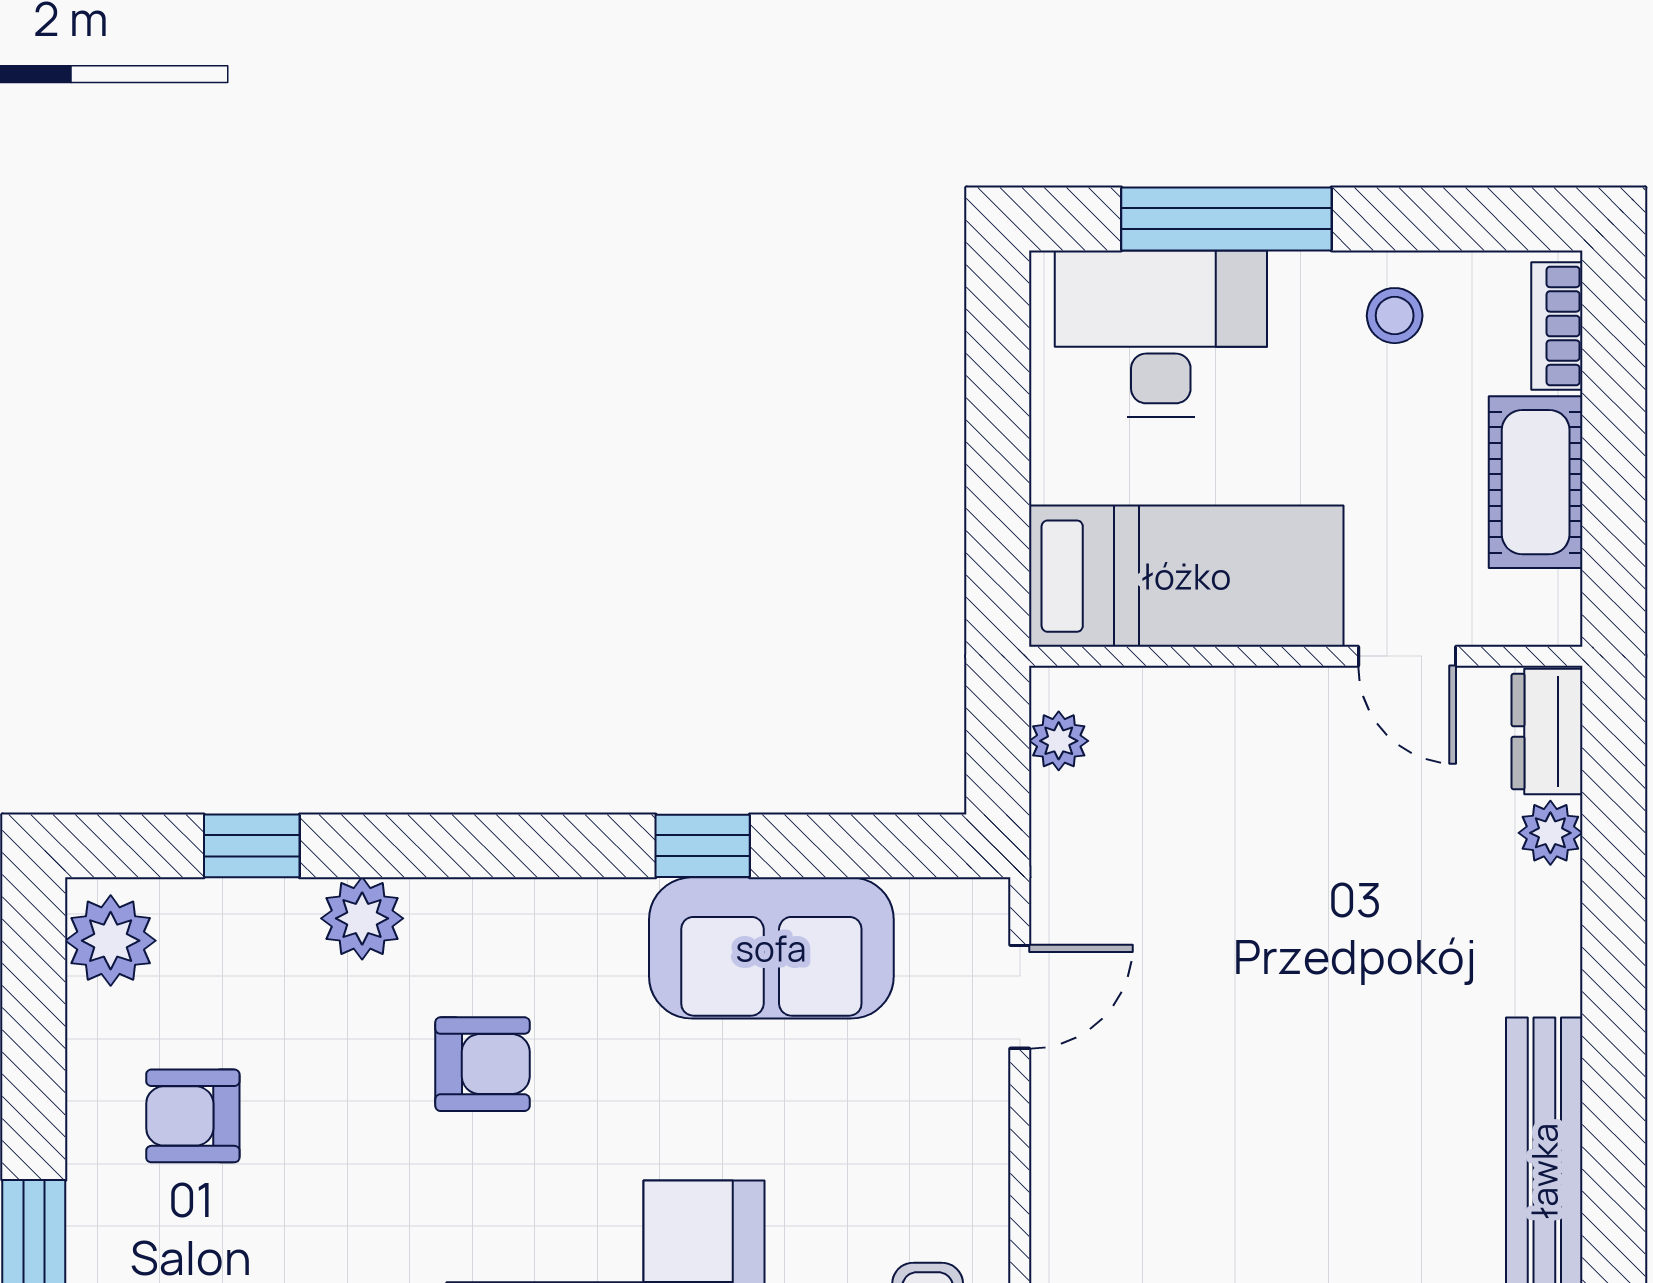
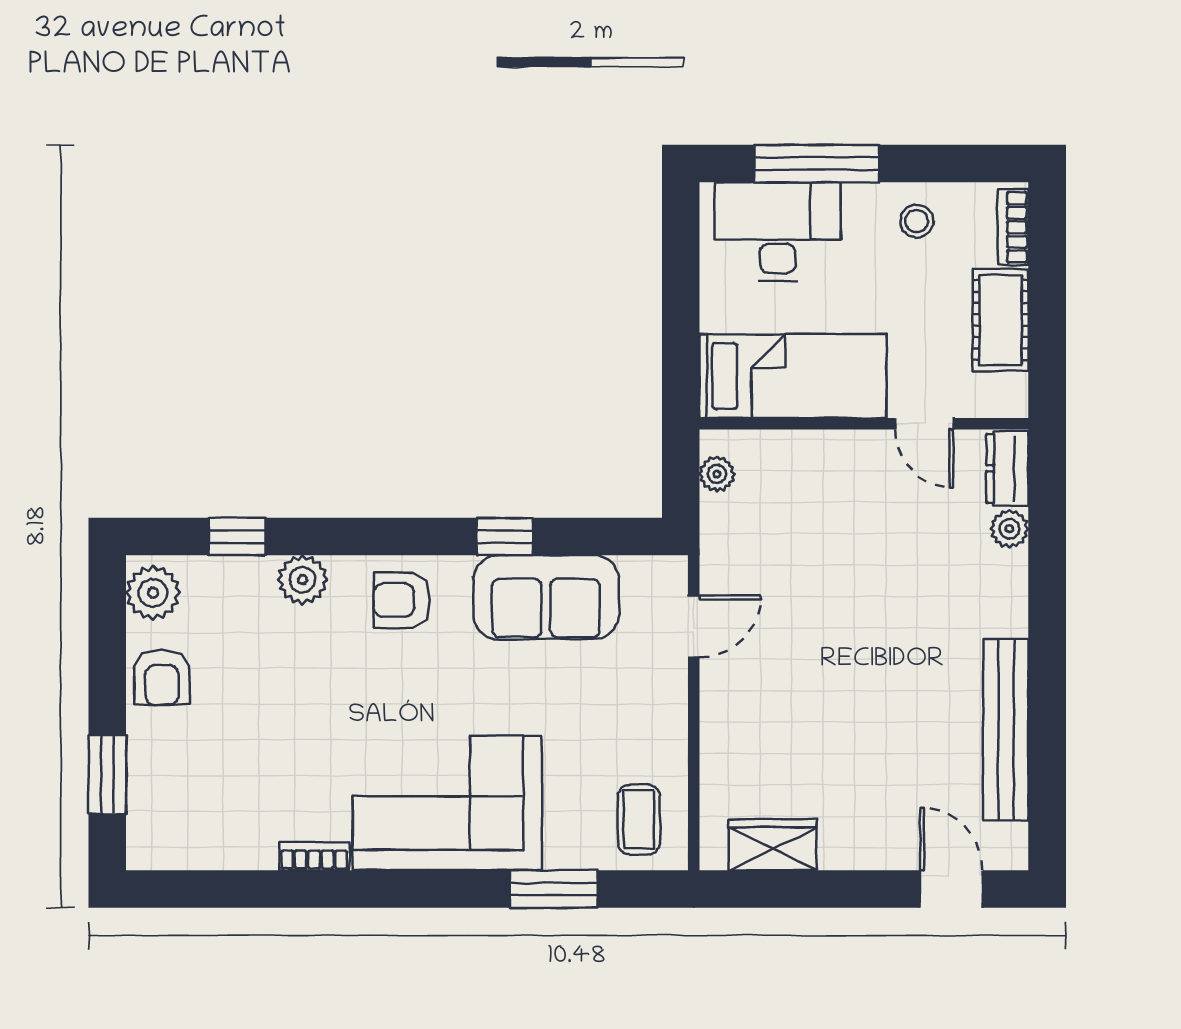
armchair: (482, 1064) -> (402, 600), moved, turned 180
armchair: (193, 1116) -> (162, 677), moved, turned -90

